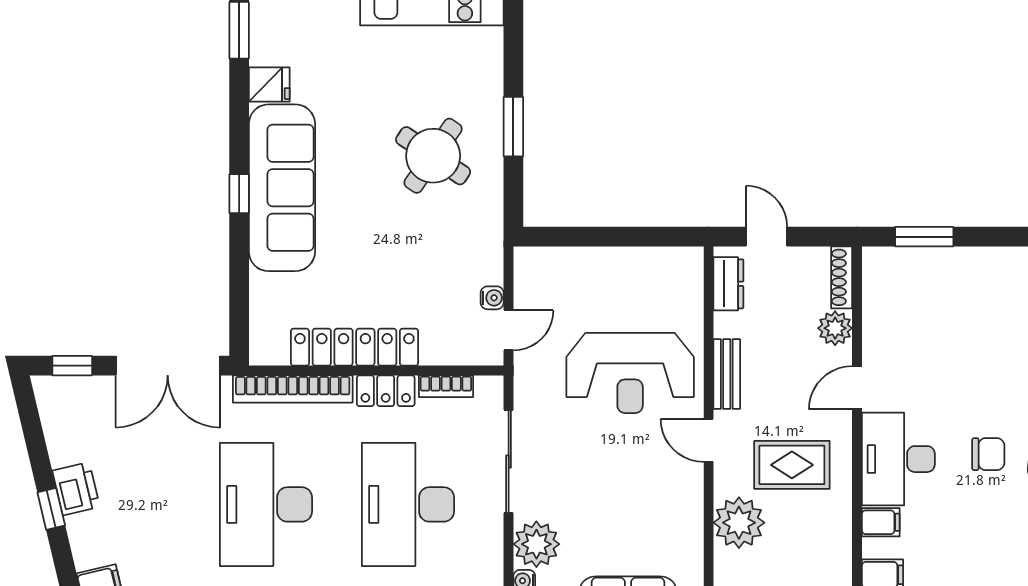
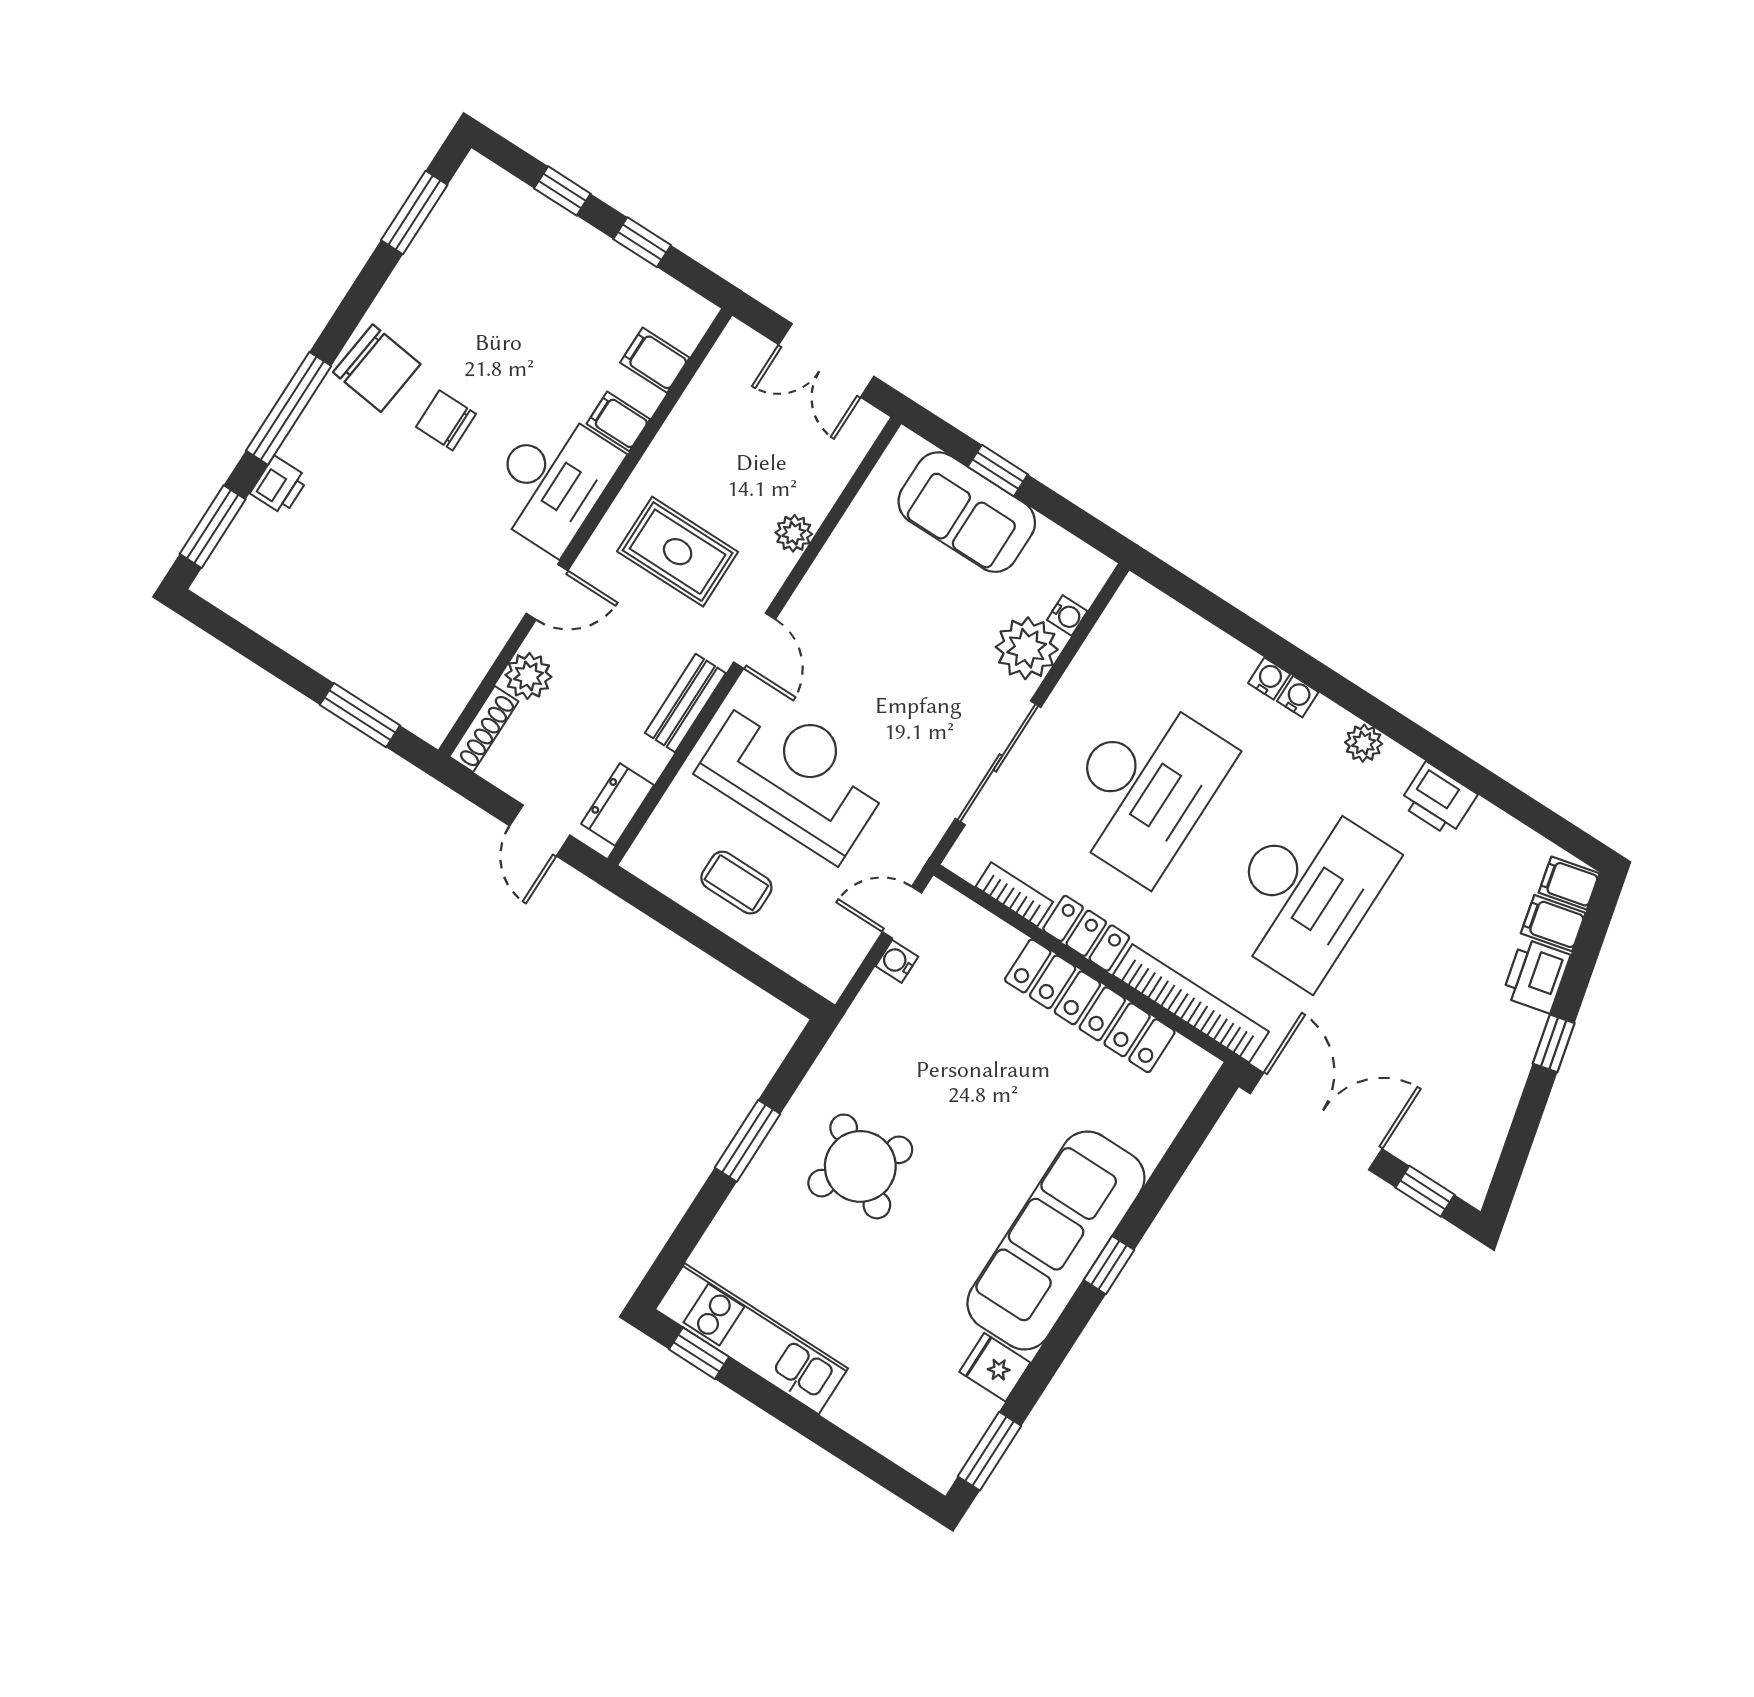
coffee table: (623, 283) -> (736, 883), added
printer: (76, 489) -> (1536, 976), moved
plant: (739, 523) -> (794, 533), width x0.53, depth x0.53

